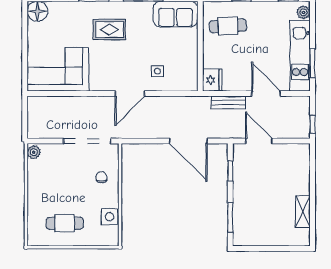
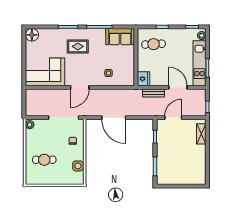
door: (130, 94) -> (80, 87), moved
door: (188, 141) -> (114, 118), moved
door: (259, 141) -> (173, 118), hinge flipped
shelving: (303, 212) -> (201, 134), moved
cafe table: (65, 223) -> (44, 160), moved

